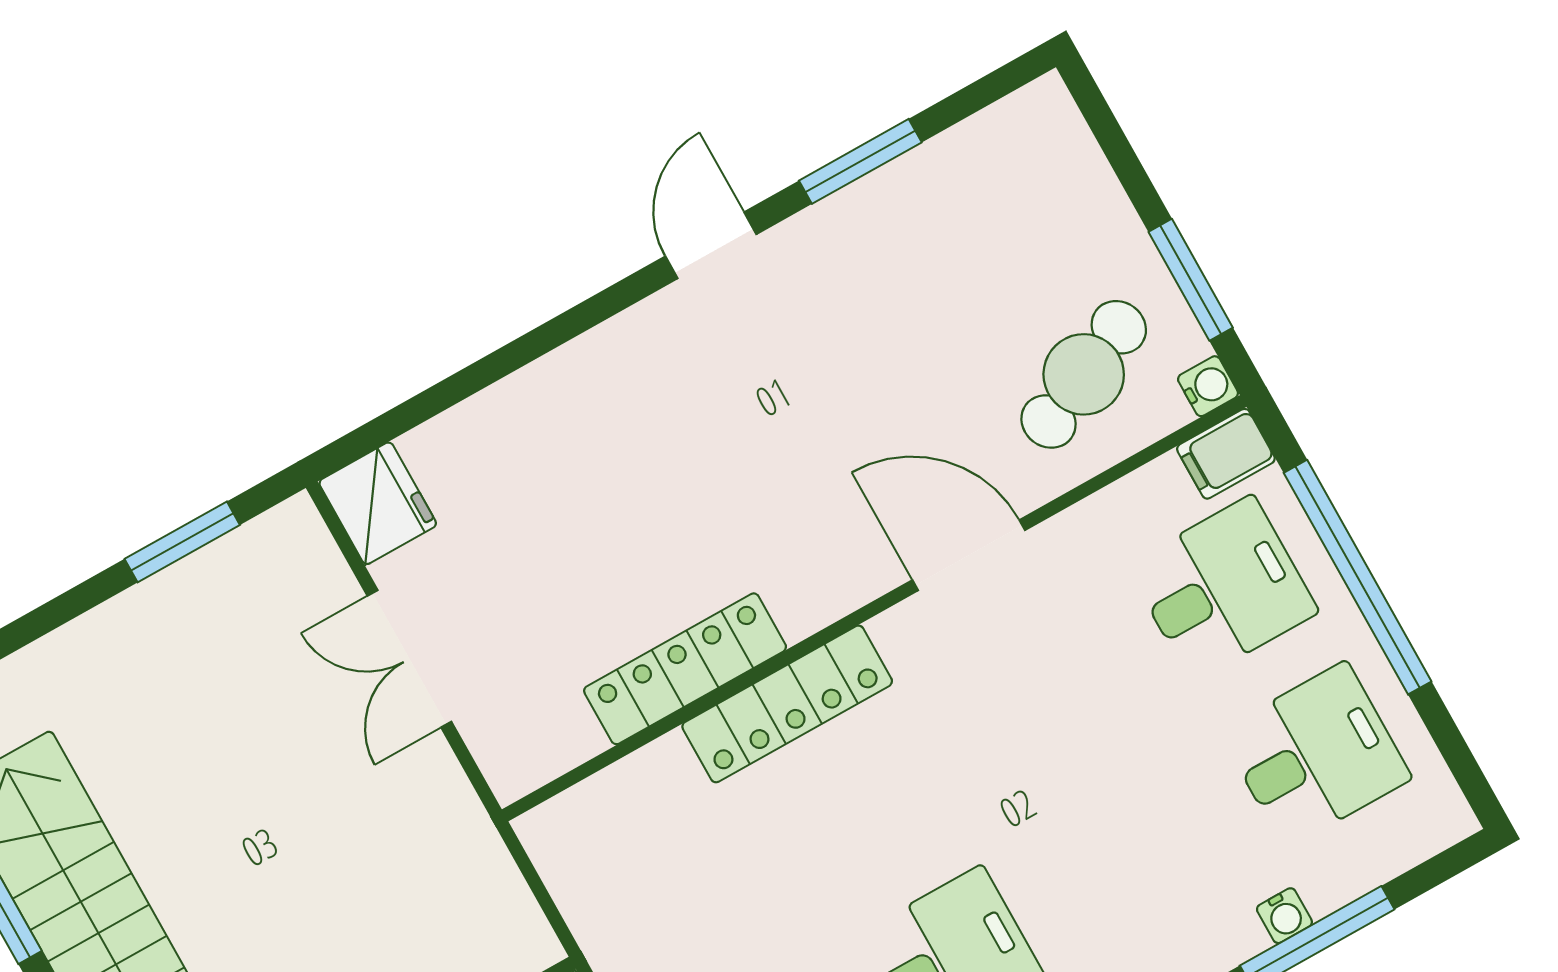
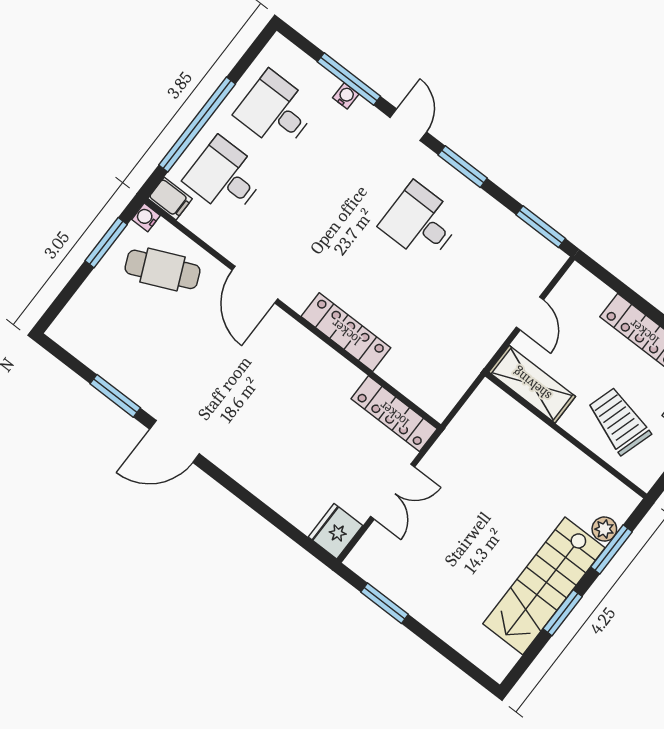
door: (711, 245) -> (175, 441), width x1.38
locker: (685, 669) -> (394, 414), moved

